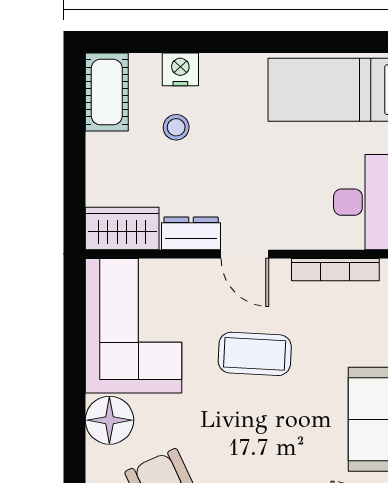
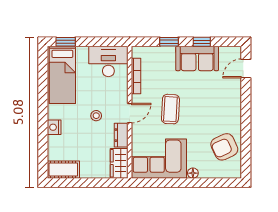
nightstand: (180, 69) -> (54, 127), moved
stool: (176, 127) -> (96, 116), moved
floor lamp: (109, 420) -> (193, 173), width x0.53, depth x0.53

